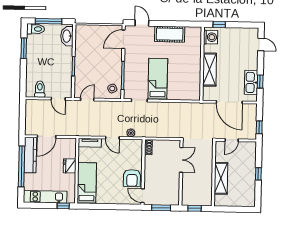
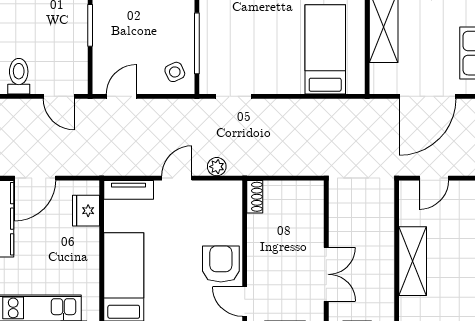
bed: (158, 79) -> (325, 49), moved
door: (229, 102) -> (427, 96), hinge flipped
door: (112, 138) -> (177, 178), swing flipped
double door: (181, 160) -> (326, 274), moved
fridge: (70, 166) -> (86, 211), moved
armchair: (132, 178) -> (221, 264), turned 180

